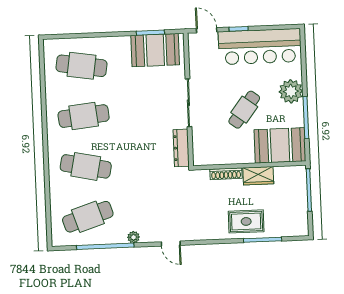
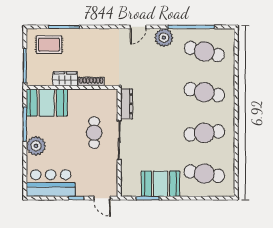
bar counter: (260, 47) -> (51, 183), width x0.73
booth: (155, 50) -> (161, 184), moved
cafe table: (244, 110) -> (94, 133), moved, turned -37
cafe table: (88, 217) -> (204, 51), turned 33
rug: (246, 221) -> (49, 45), moved
plant: (133, 237) -> (164, 38), width x1.88, depth x1.88
door: (171, 244) -> (138, 27), swing flipped

